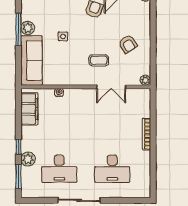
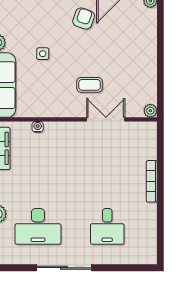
armchair: (128, 44) -> (128, 64), removed
double door: (111, 87) -> (106, 119), swing flipped
desk: (112, 169) -> (107, 226), width x0.73

